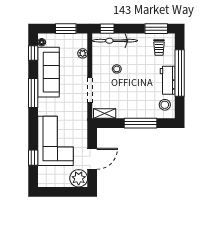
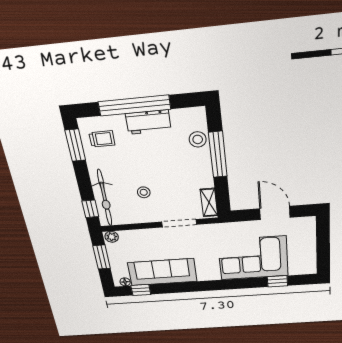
plant: (83, 53) -> (112, 237), moved
window: (33, 93) -> (192, 287), removed
stool: (165, 105) -> (198, 139), moved
plant: (79, 178) -> (304, 227), removed

